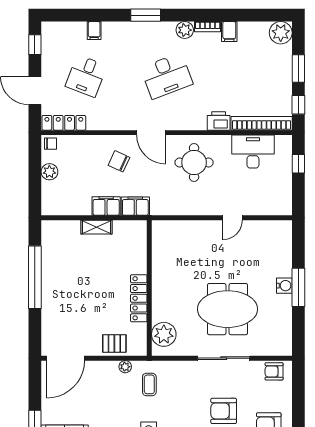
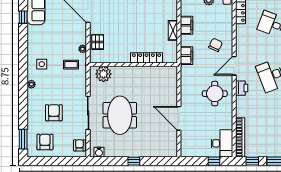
printer: (219, 121) -> (242, 88), moved
desk: (253, 152) -> (222, 143), moved
filing cabinet: (106, 206) -> (187, 25), moved
door: (232, 218) -> (179, 118), width x1.88
water cooler: (284, 286) -> (99, 152), moved
window: (298, 287) -> (134, 161), width x0.46
locker: (139, 298) -> (147, 58), moved

